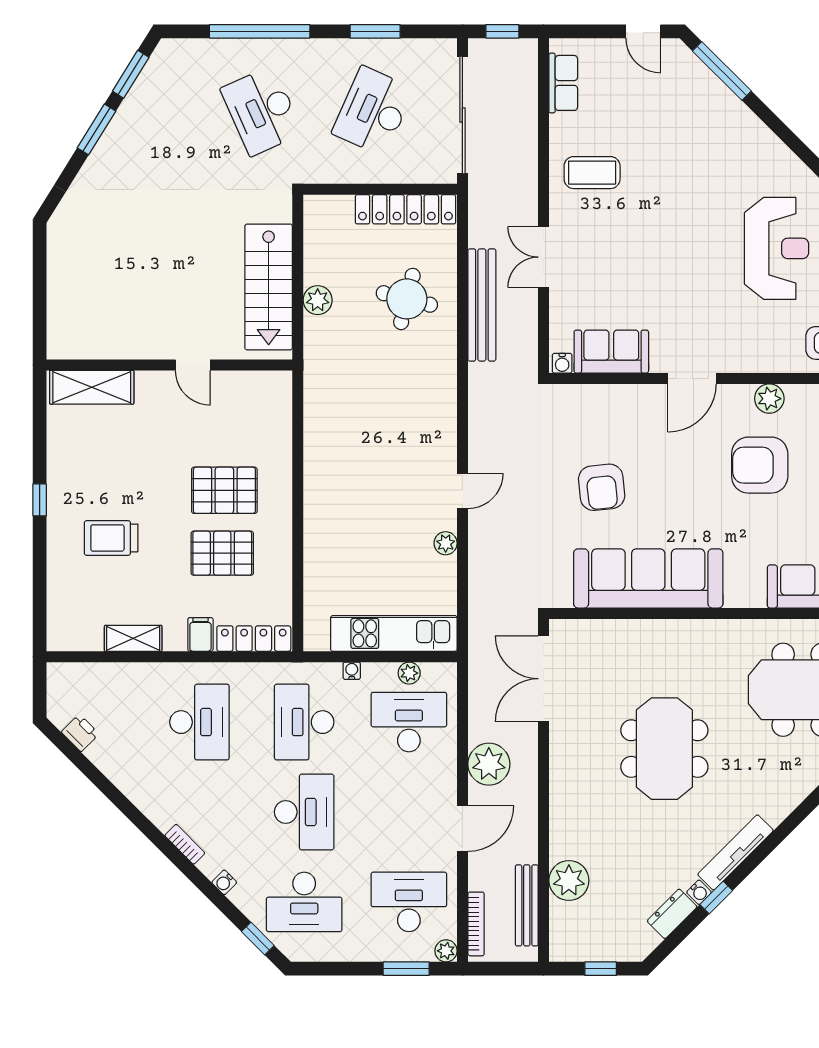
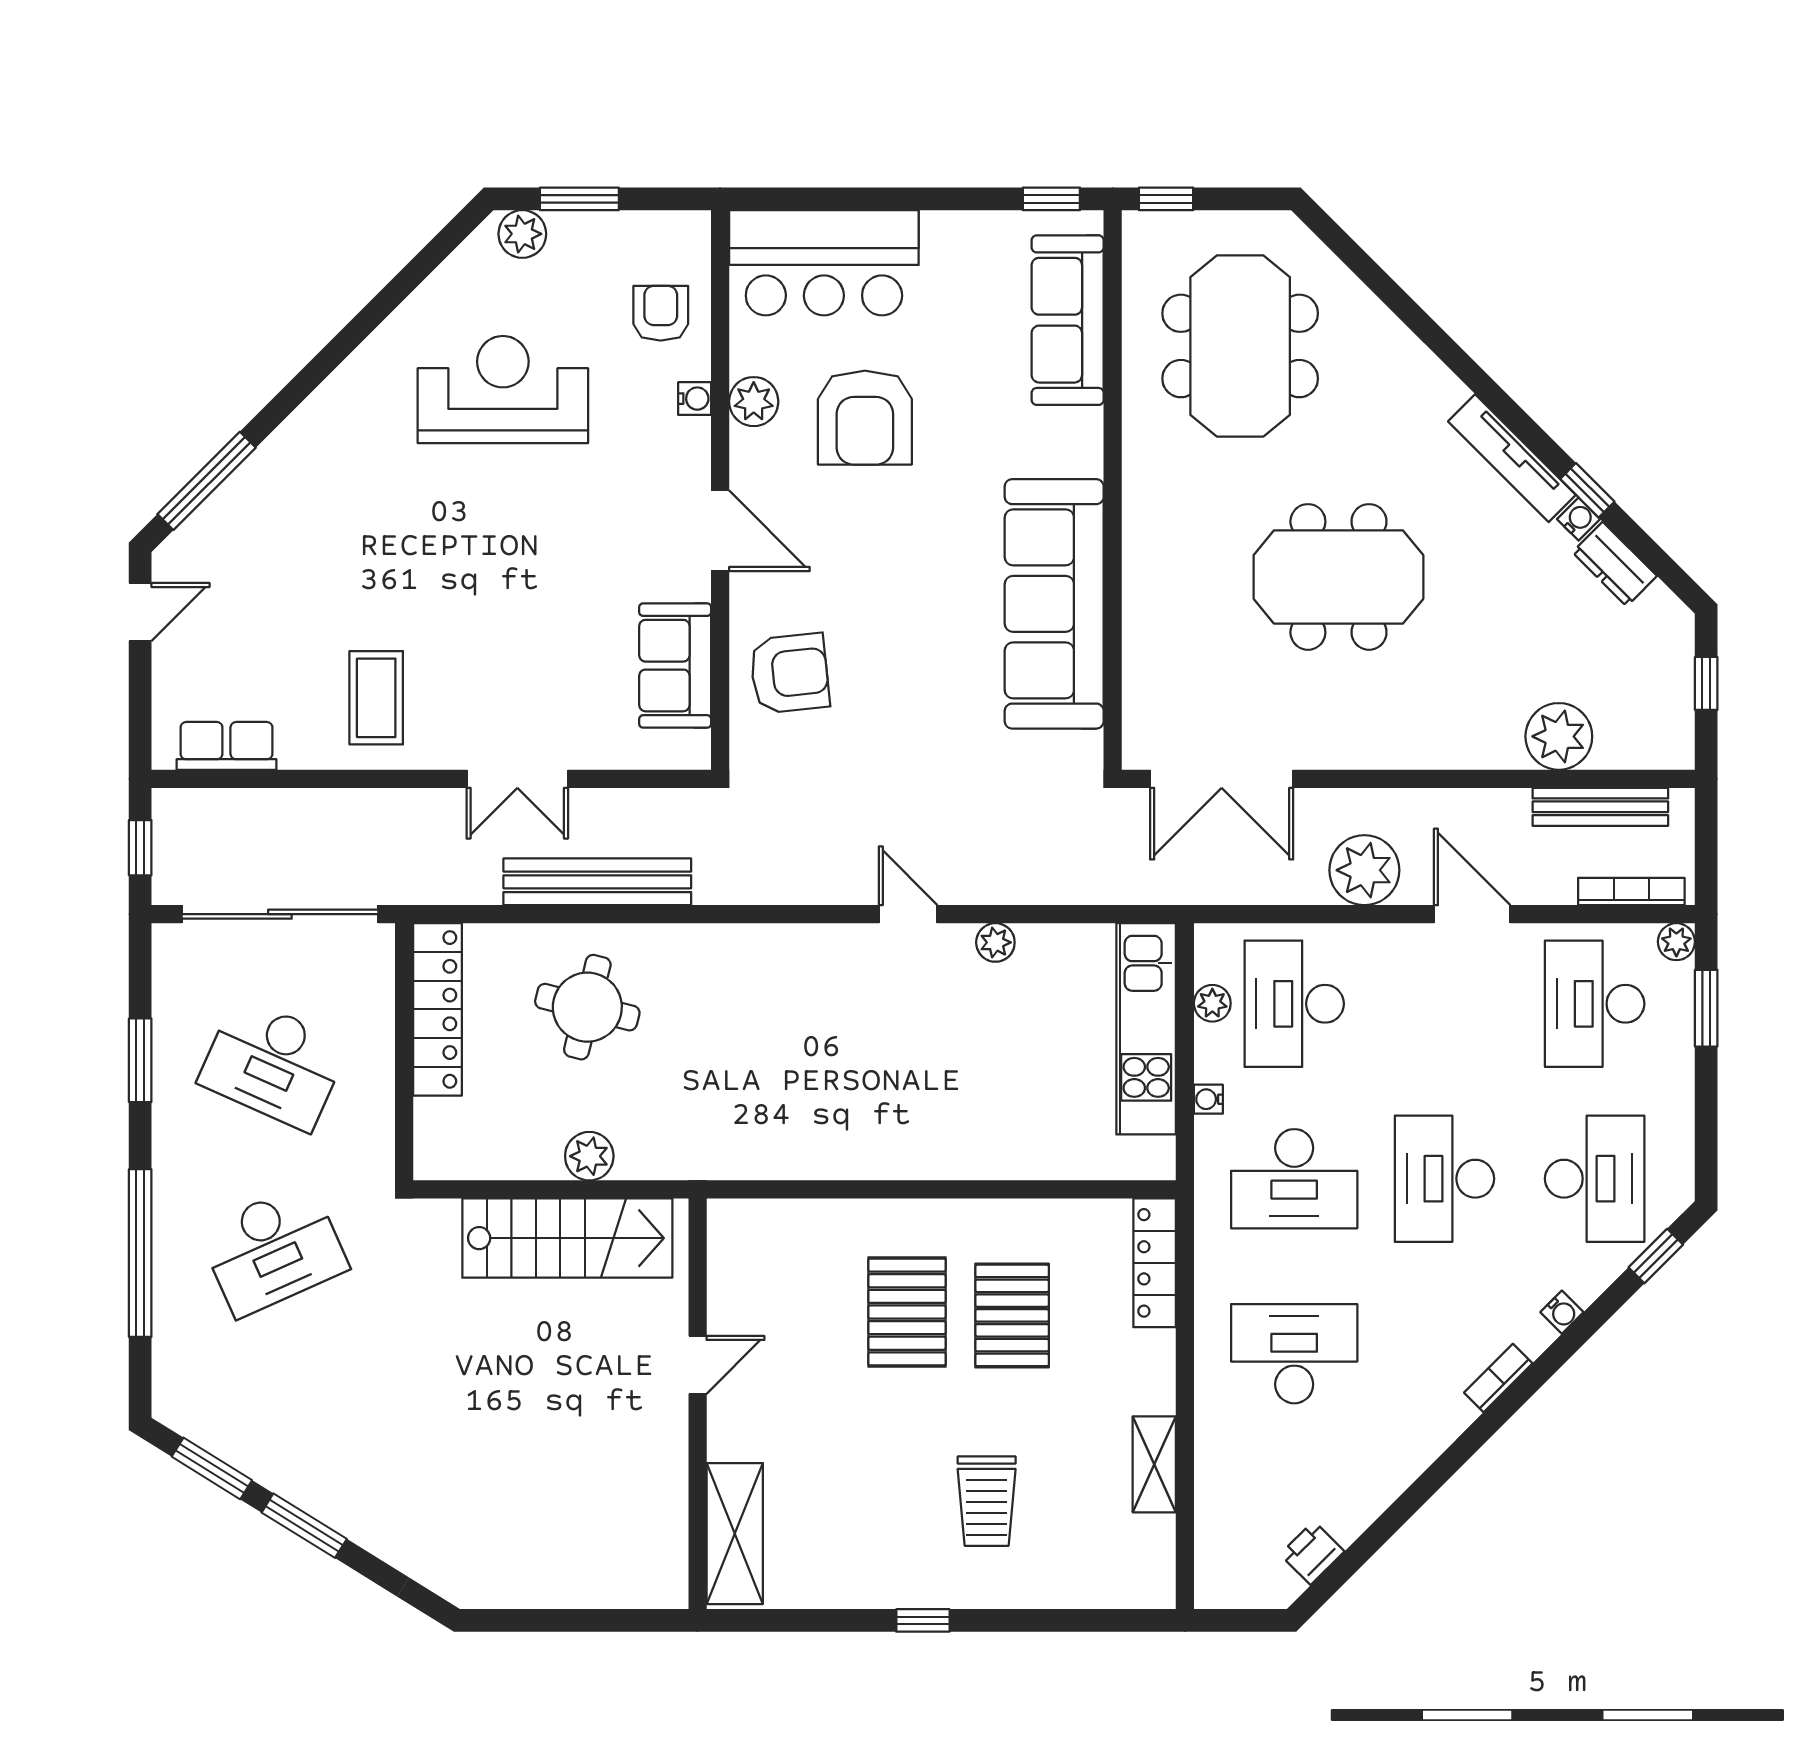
water cooler: (562, 363) -> (695, 399), moved
armchair: (602, 487) -> (790, 673), moved
filing cabinet: (200, 634) -> (1148, 1352), removed
desk: (304, 812) -> (1444, 1179), turned -90

